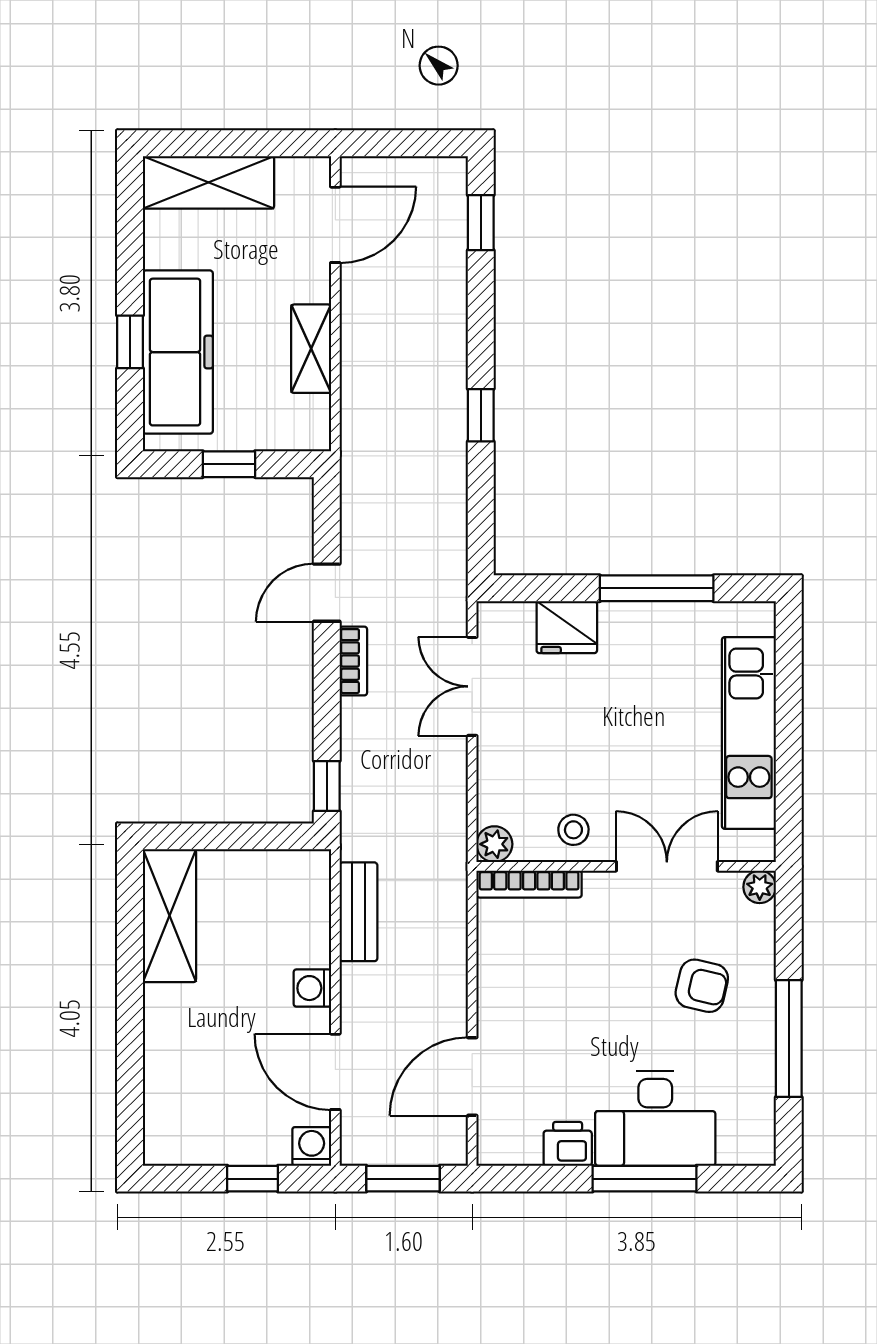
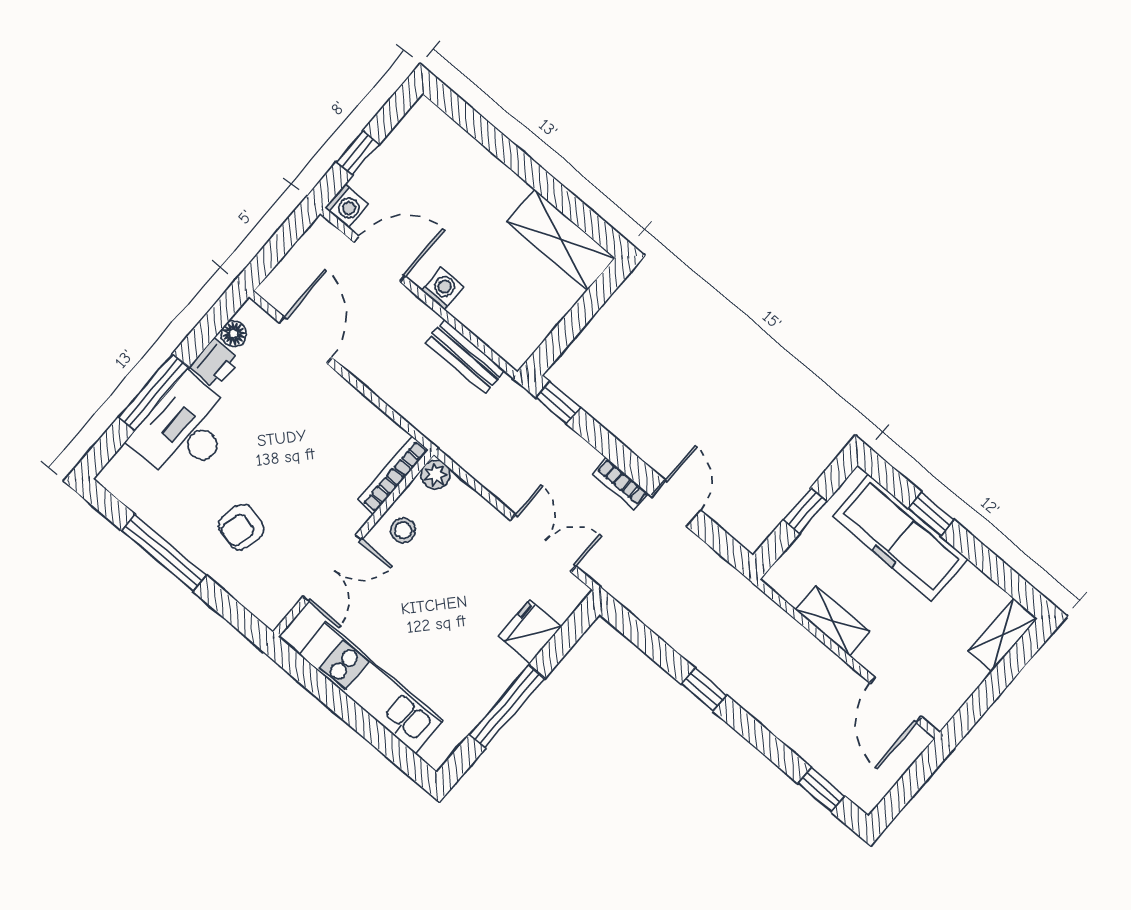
shelving: (208, 182) -> (1003, 635), width x0.67, depth x0.75
plant: (760, 887) -> (271, 614), removed
floor lamp: (524, 1150) -> (234, 334), added
window: (403, 1179) -> (279, 245), removed

